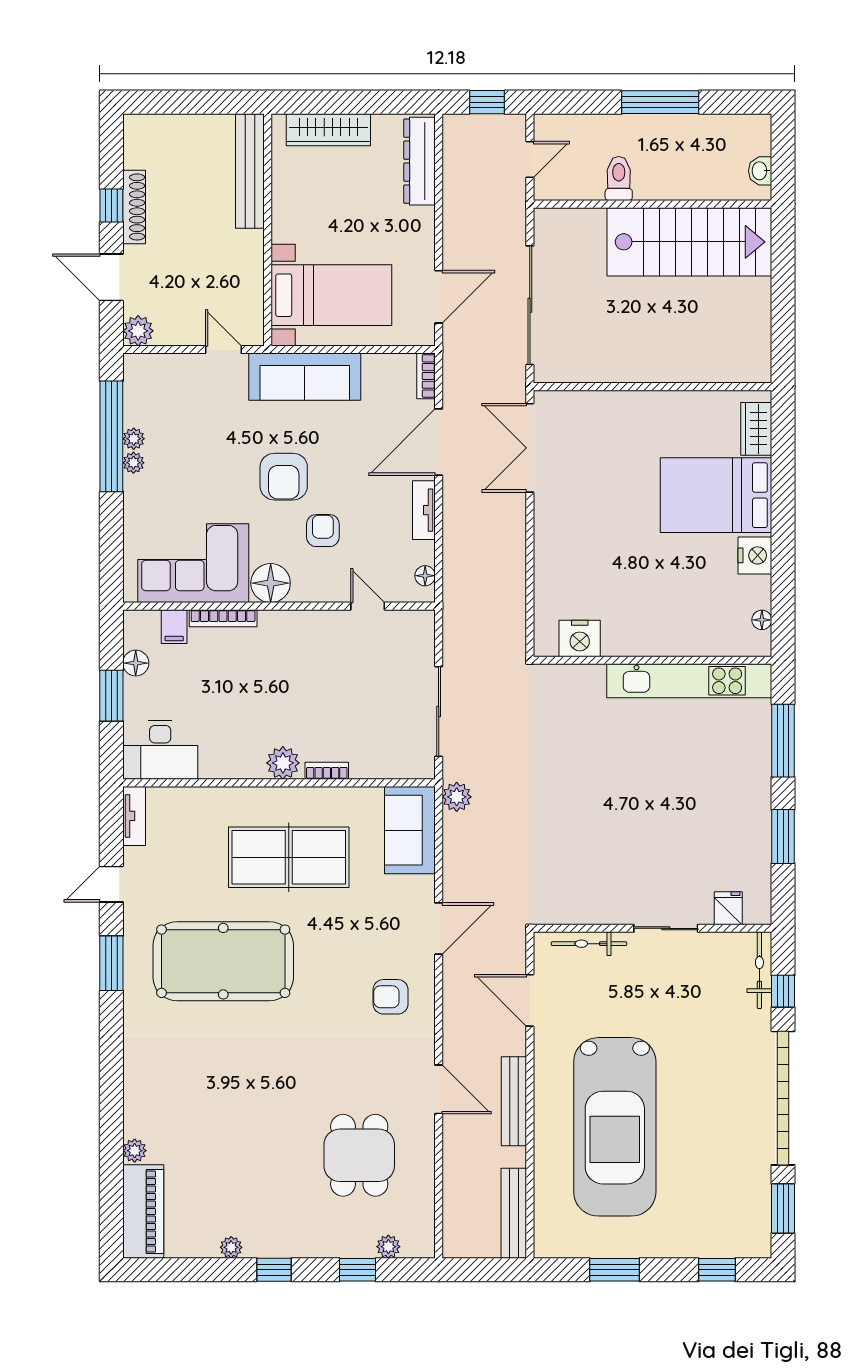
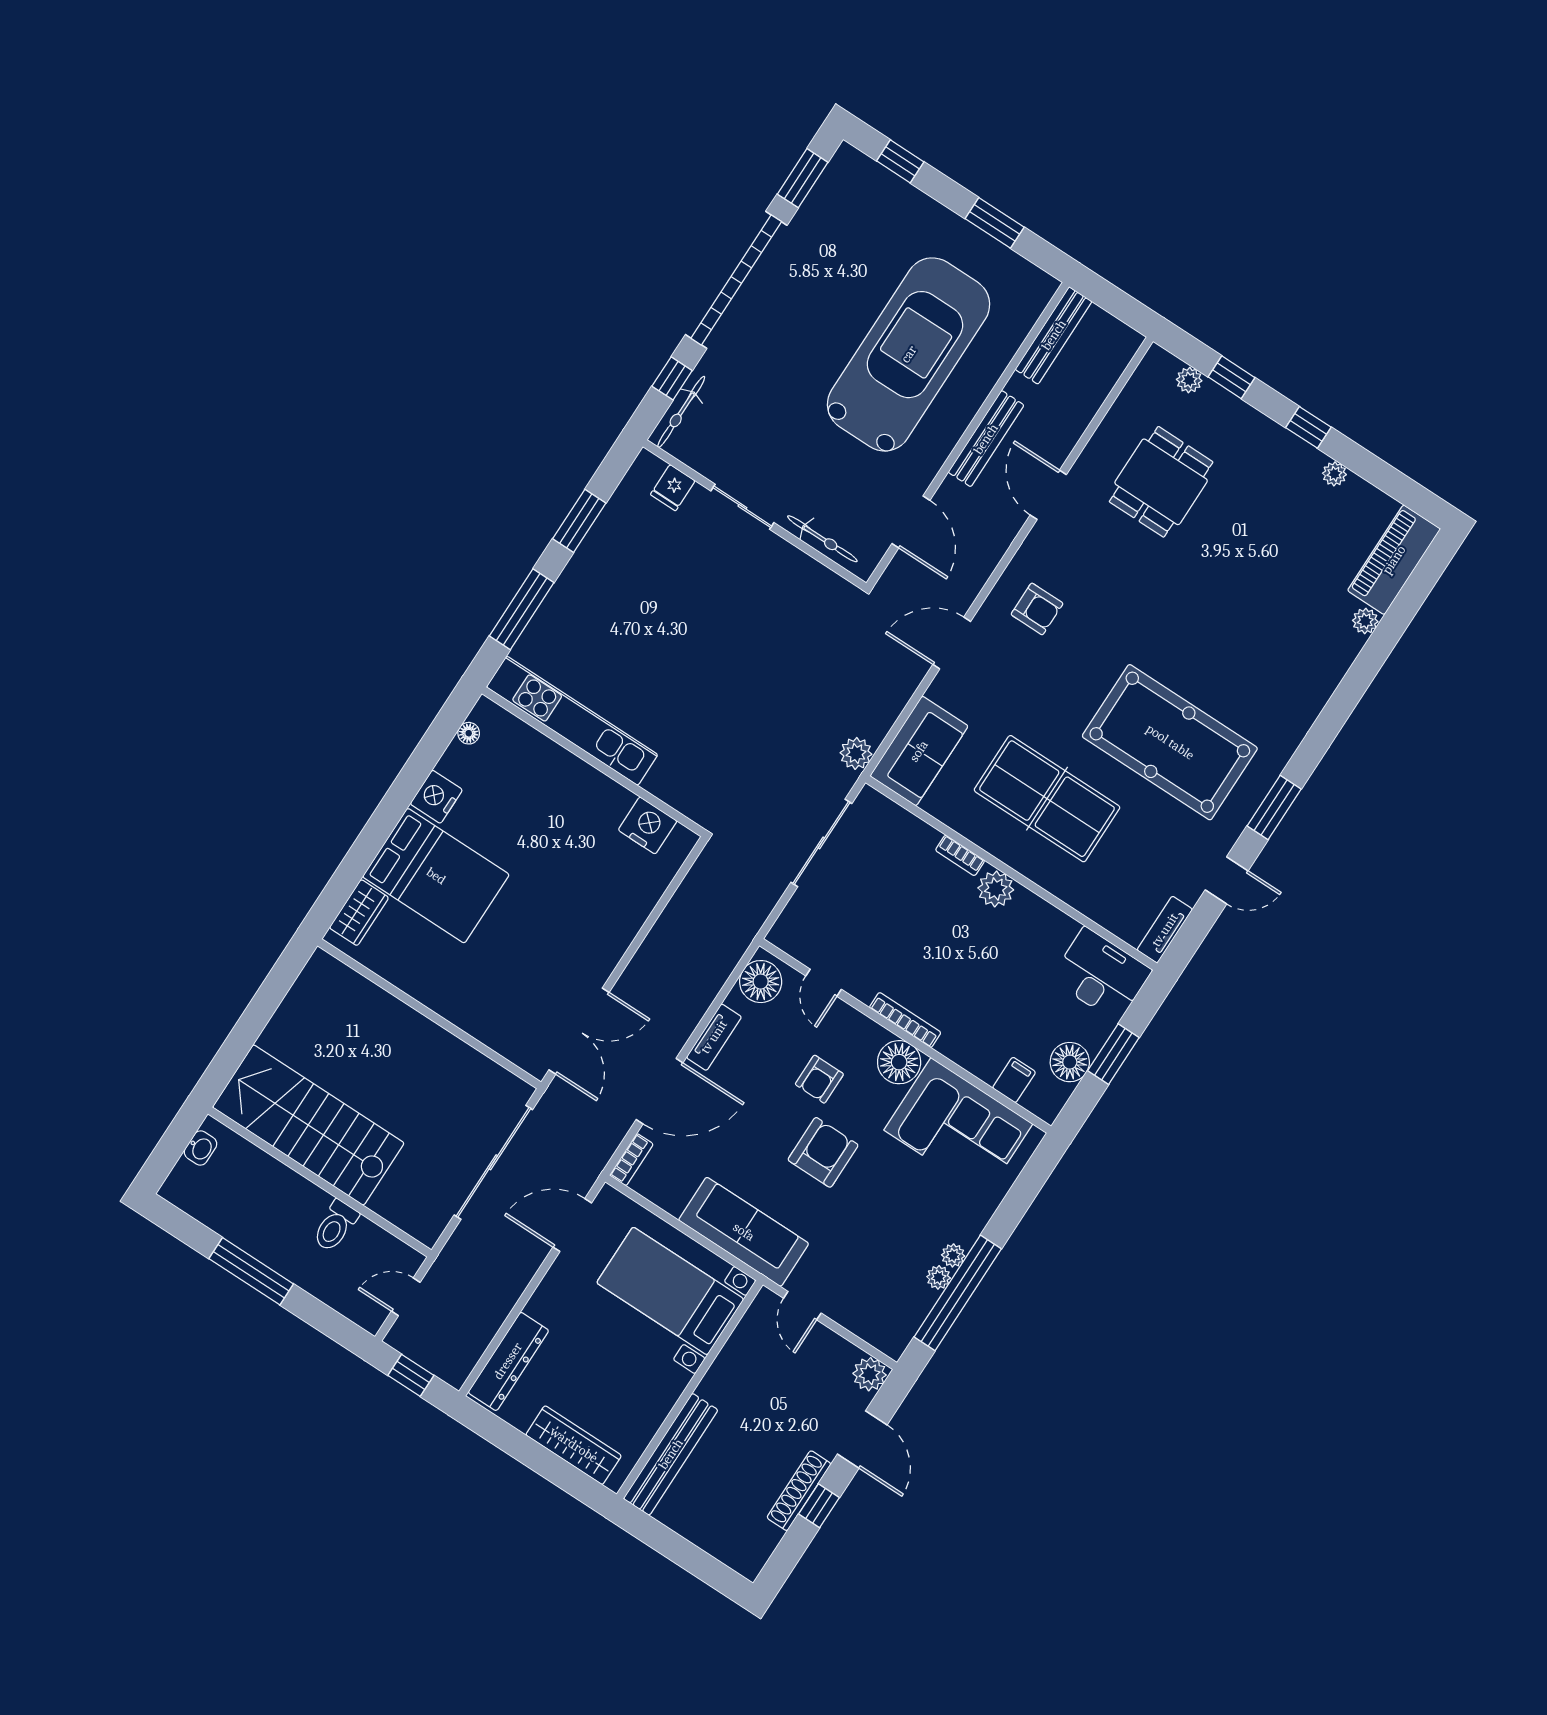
floor lamp: (425, 576) -> (761, 982), width x1.89, depth x1.89
bookcase: (223, 618) -> (905, 1020), moved
floor lamp: (136, 663) -> (1070, 1062), width x1.38, depth x1.38

